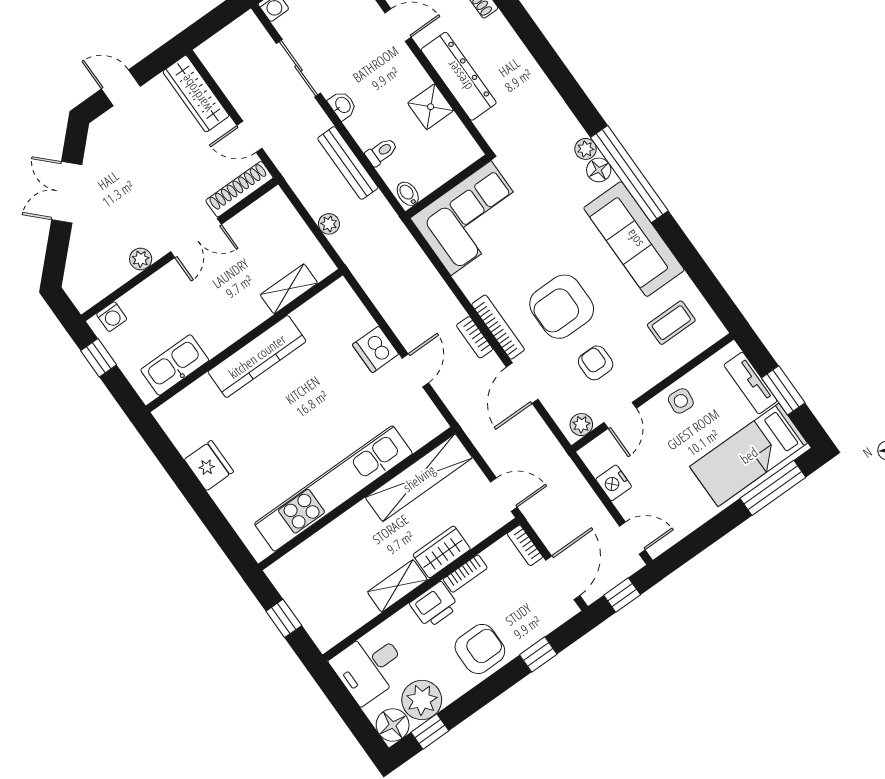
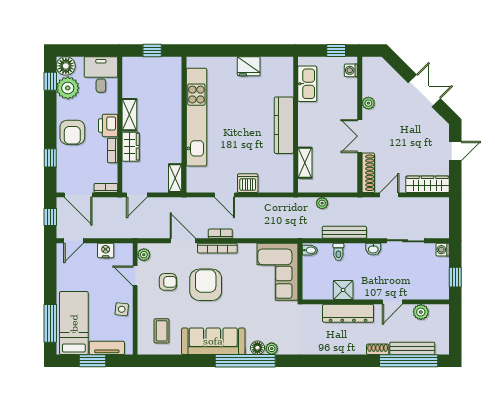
shelving: (419, 478) -> (175, 178), width x0.45, depth x0.75

